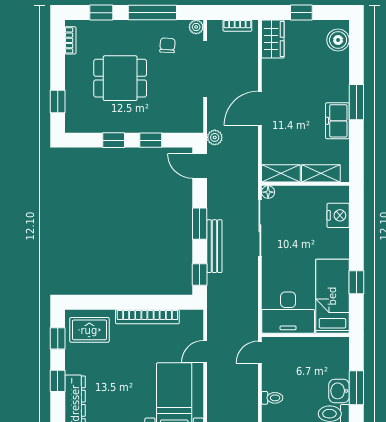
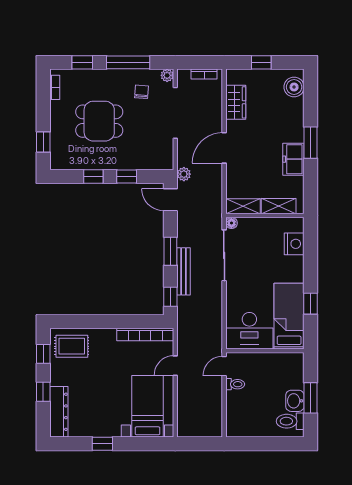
wardrobe: (273, 39) -> (236, 102), moved
bookcase: (147, 317) -> (145, 335), moved
toilet: (272, 398) -> (235, 384), moved

